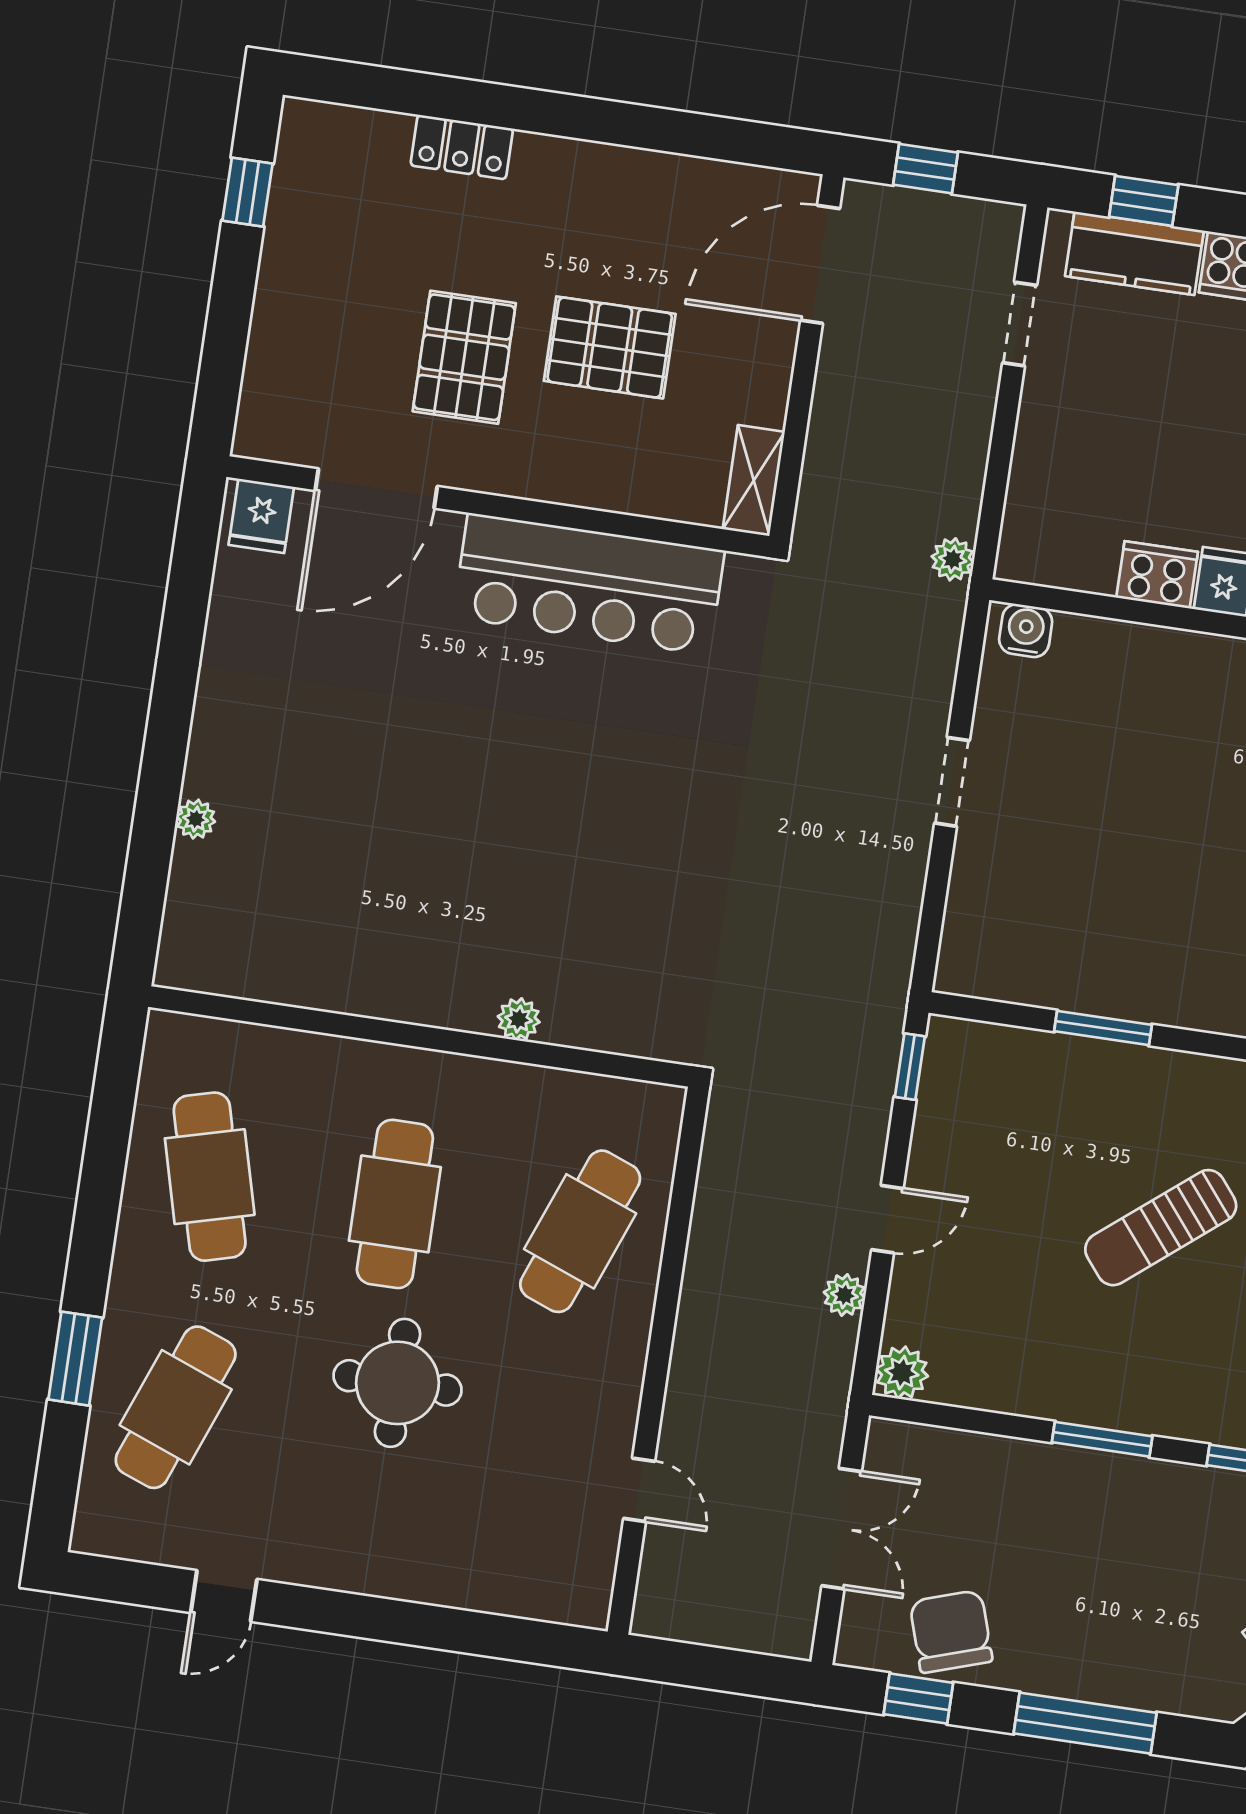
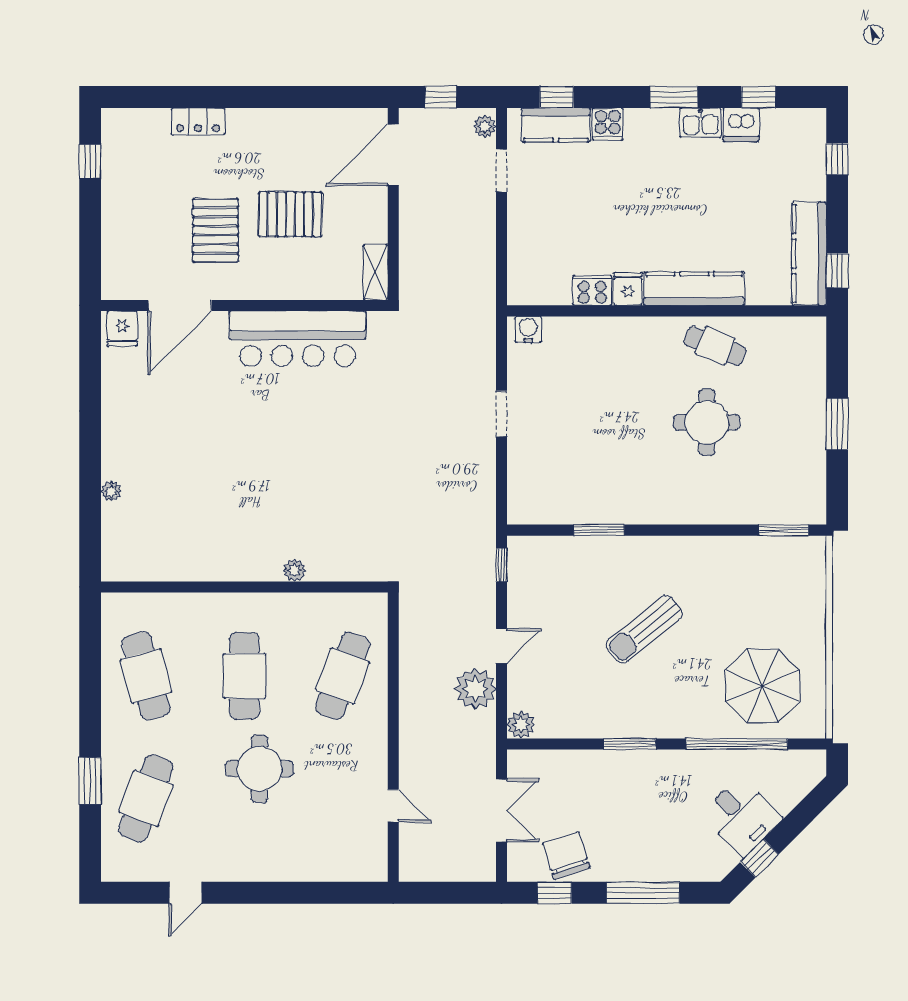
plant: (953, 559) -> (485, 126), moved
plant: (844, 1295) -> (475, 689), width x1.87, depth x1.87

